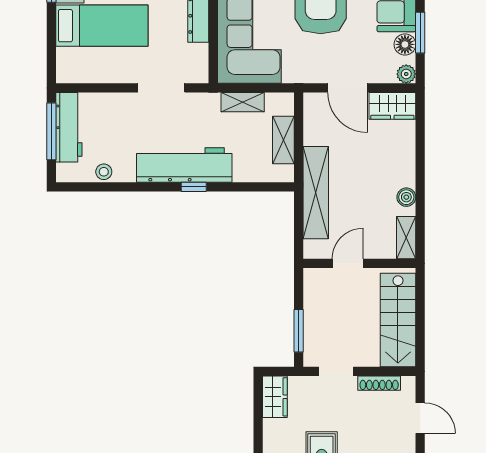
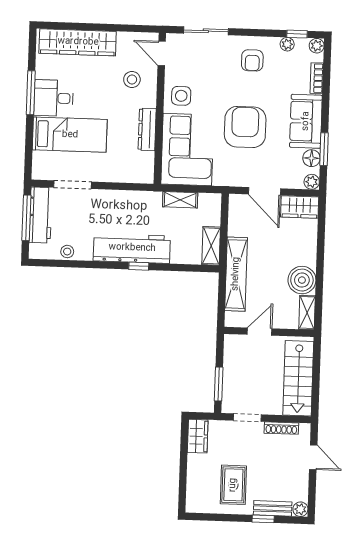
doorway: (161, 88) -> (72, 185), moved
shelving: (283, 140) -> (211, 246), moved
boiler: (406, 197) -> (302, 280), width x1.86, depth x1.86

